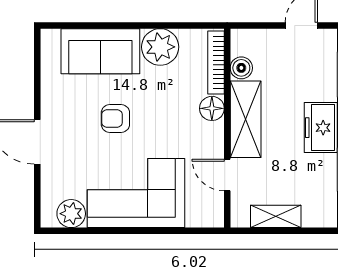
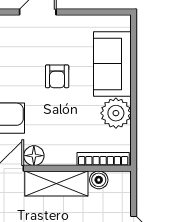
floor lamp: (212, 108) -> (34, 156), moved
armchair: (115, 119) -> (57, 76), turned 180

